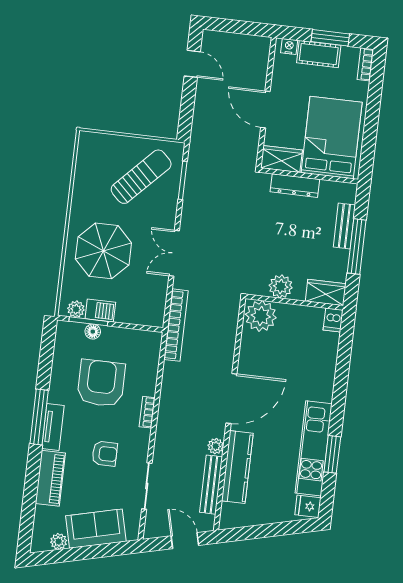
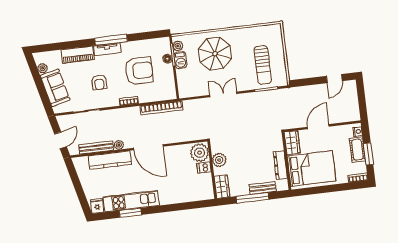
sun lounger: (141, 177) -> (263, 65), turned 46
dresser: (295, 186) -> (280, 165), moved
dishwasher: (333, 320) -> (204, 168), moved
bookcase: (176, 325) -> (161, 108), moved

